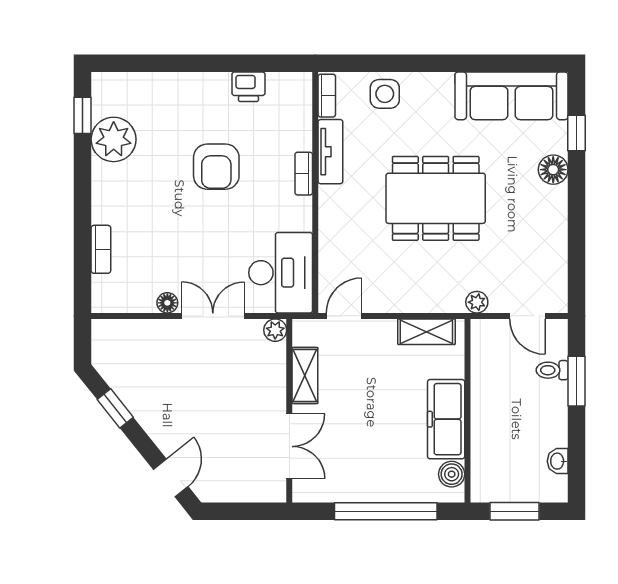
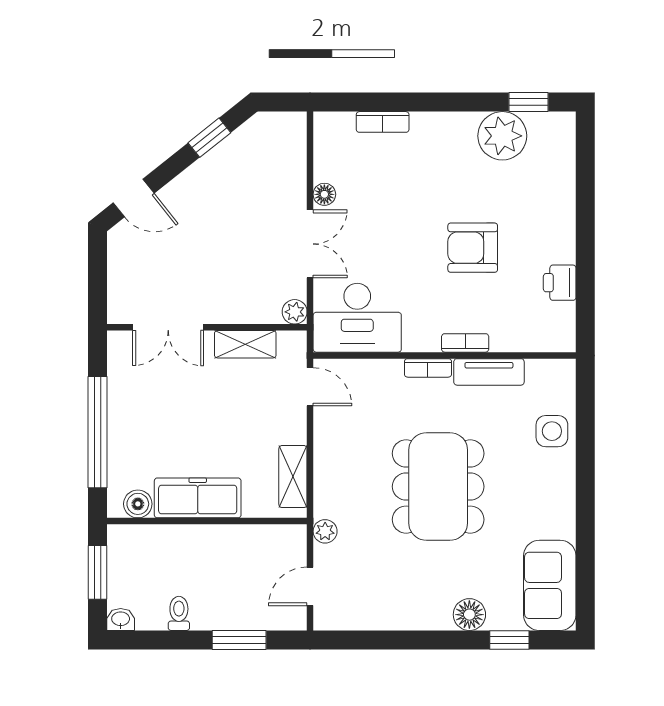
bookcase: (327, 96) -> (428, 368), moved
sofa: (511, 96) -> (550, 585), width x0.73
toilet: (552, 370) -> (179, 613), moved
washbasin: (558, 461) -> (121, 619), moved

